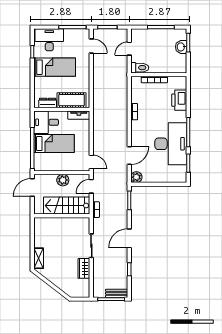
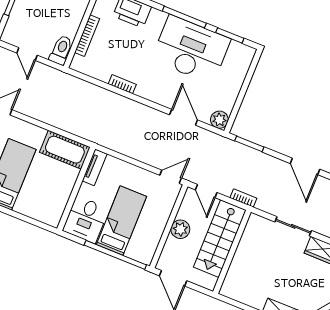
cot: (72, 100) -> (65, 150), moved, turned 90
dresser: (48, 103) -> (58, 206), removed

